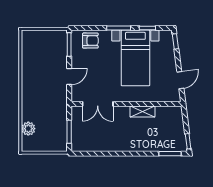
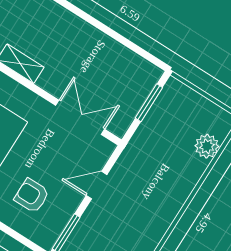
armchair: (90, 41) -> (32, 196), moved

